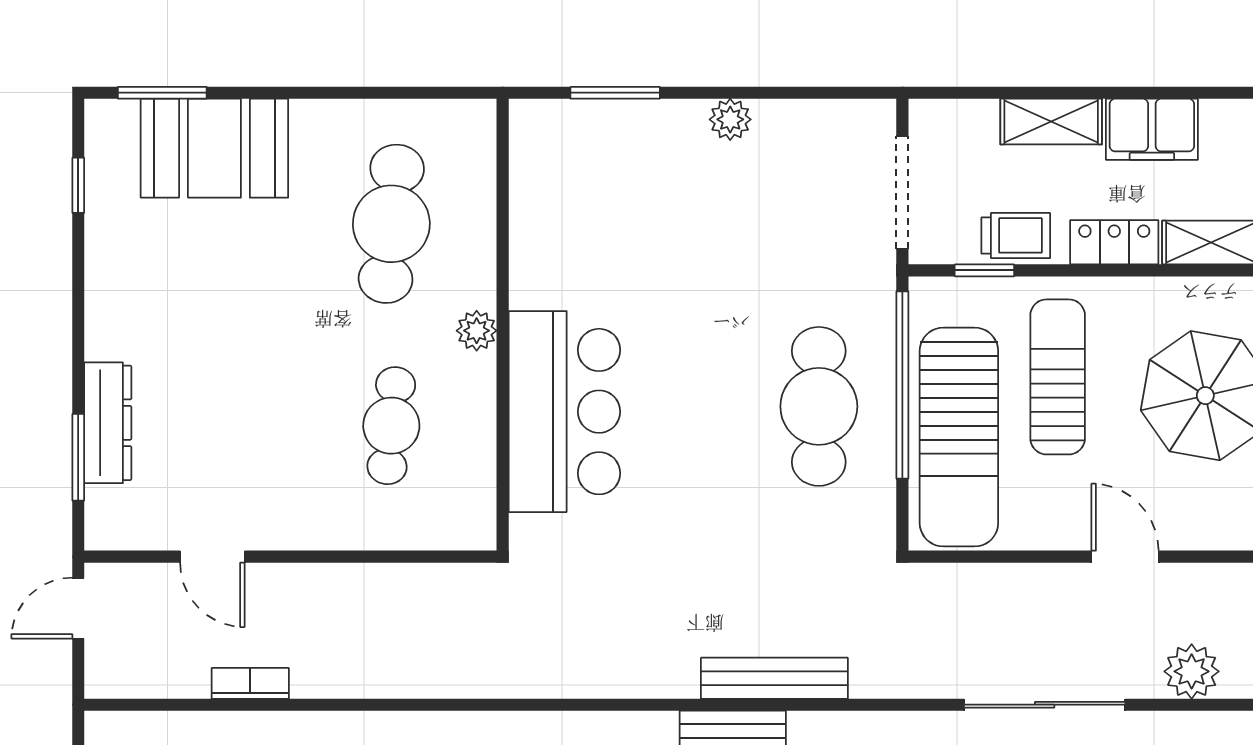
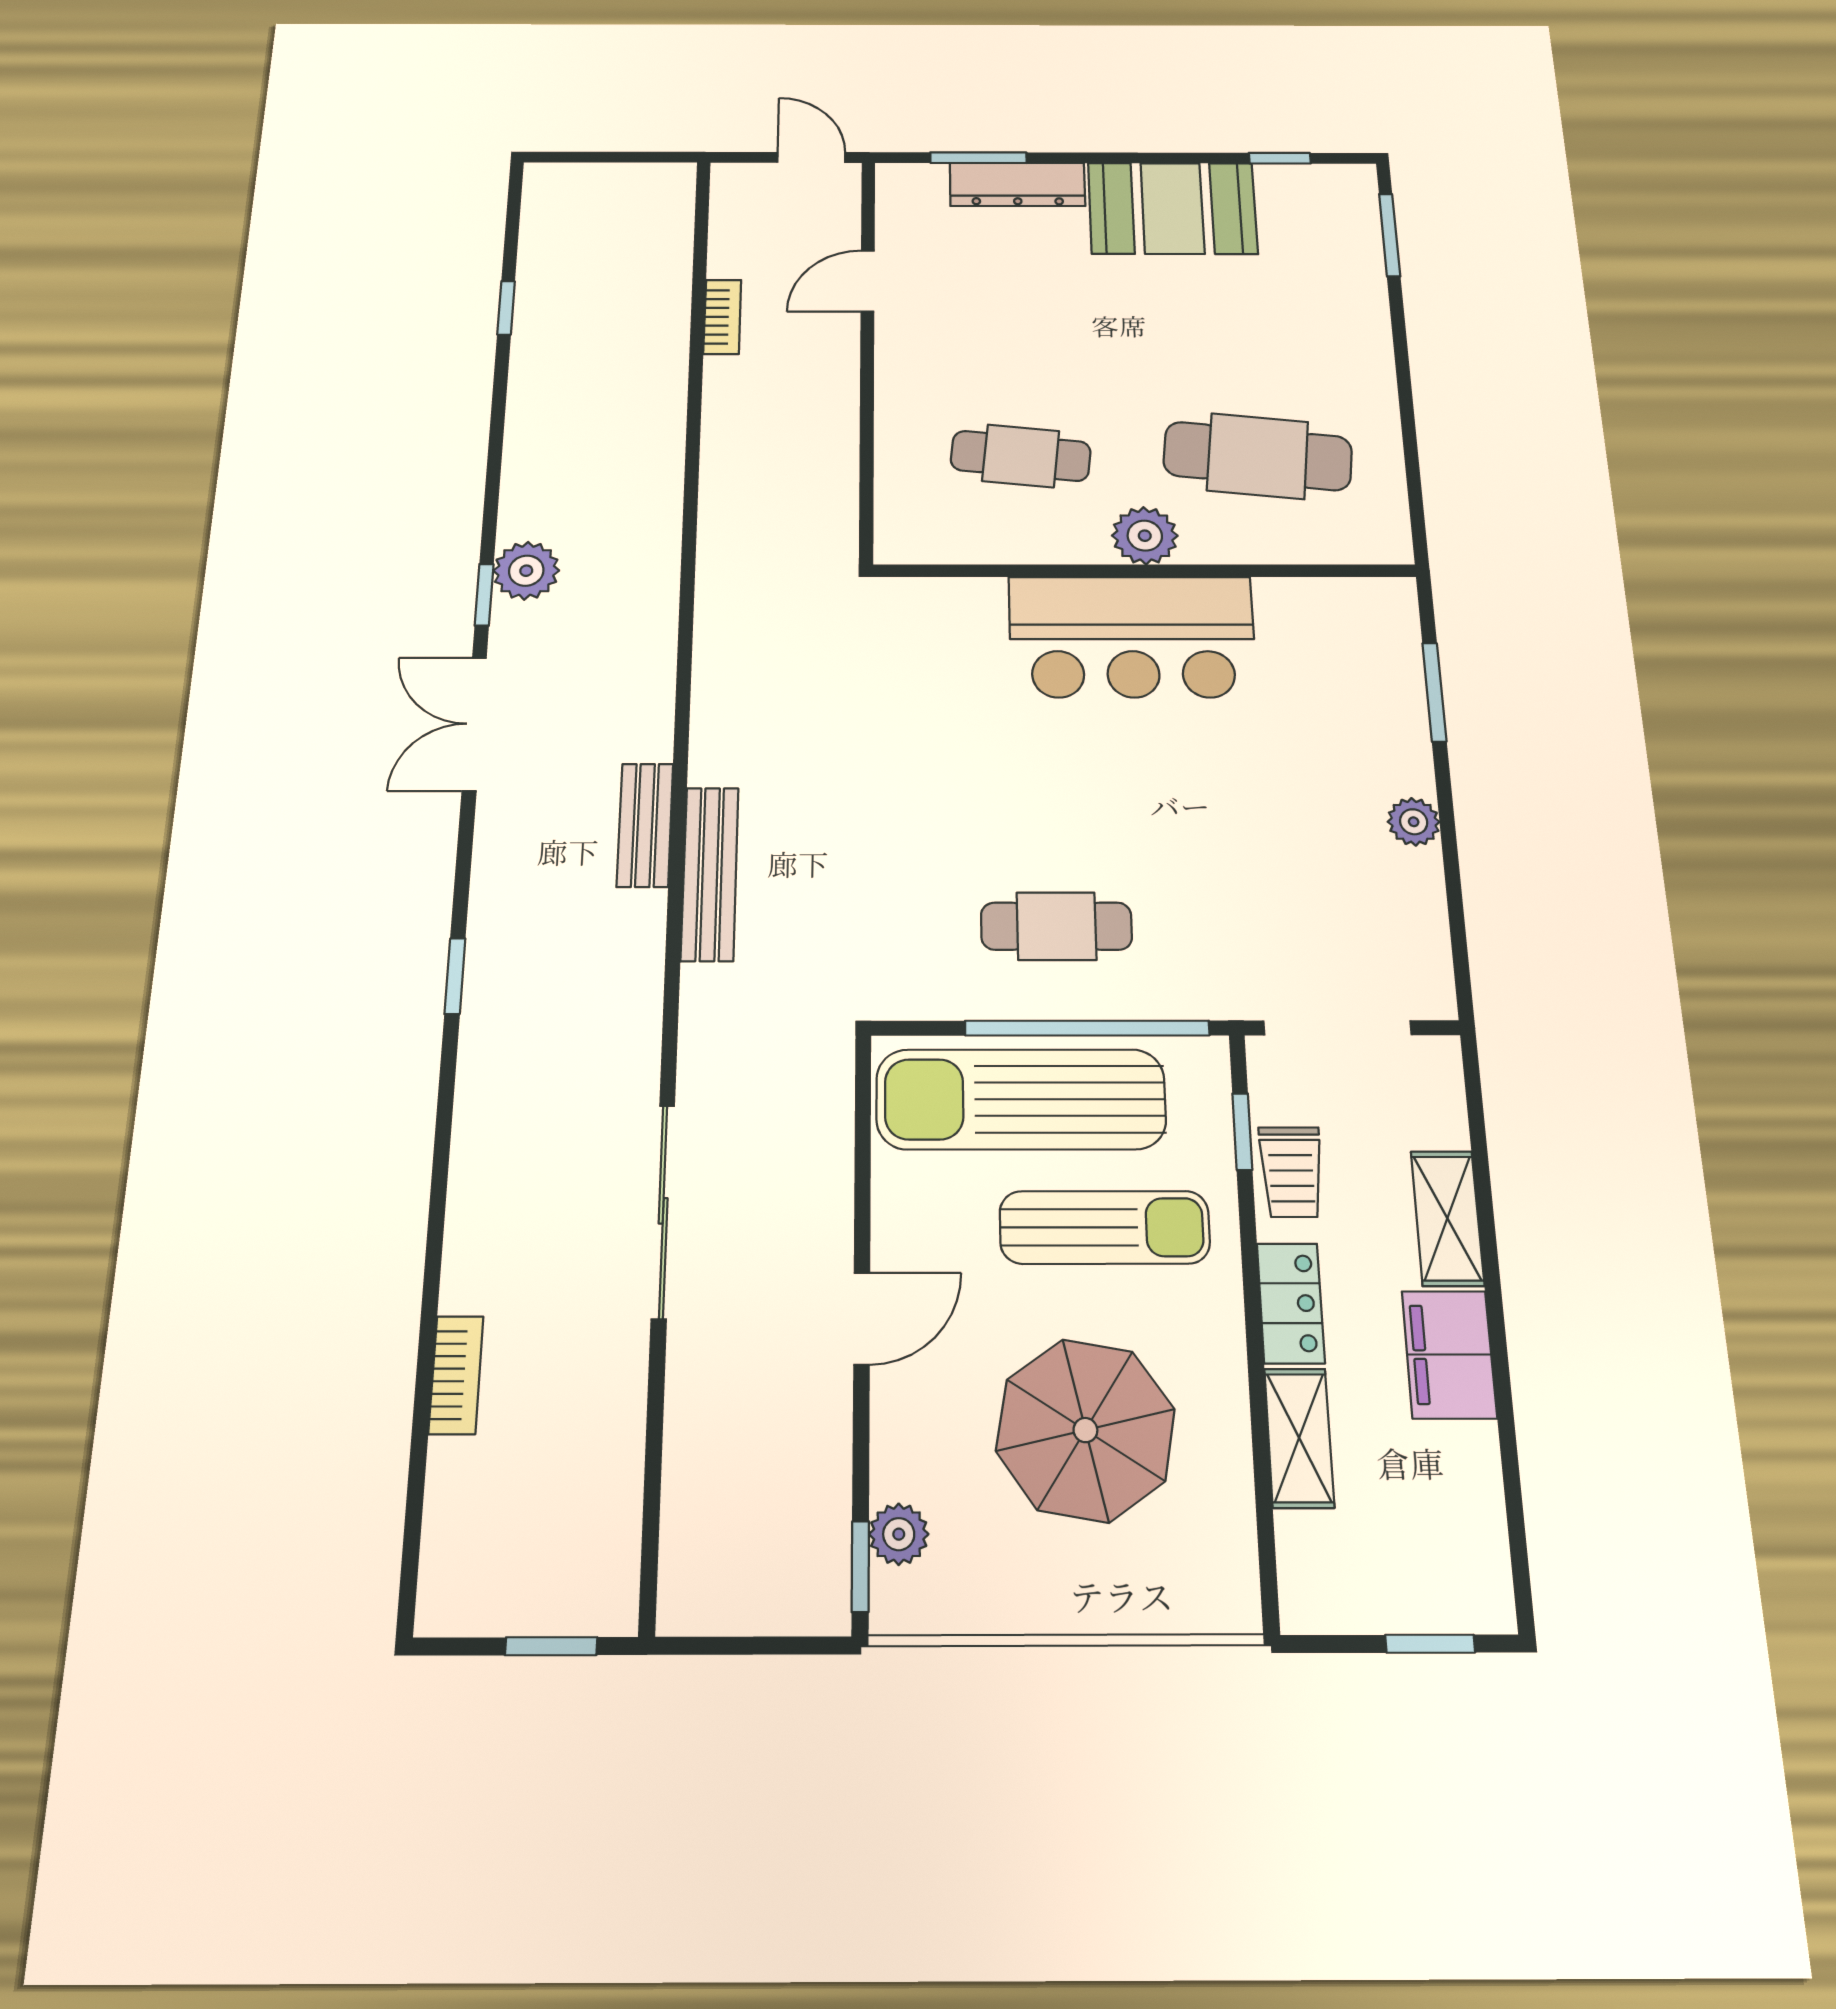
booth: (214, 148) -> (1172, 208), moved, turned 90
plant: (477, 331) -> (1145, 536), width x1.38, depth x1.38
cafe table: (819, 406) -> (1056, 926), width x0.73, depth x0.74
bar counter: (564, 412) -> (1132, 637), moved
plant: (1192, 671) -> (702, 1412), removed

